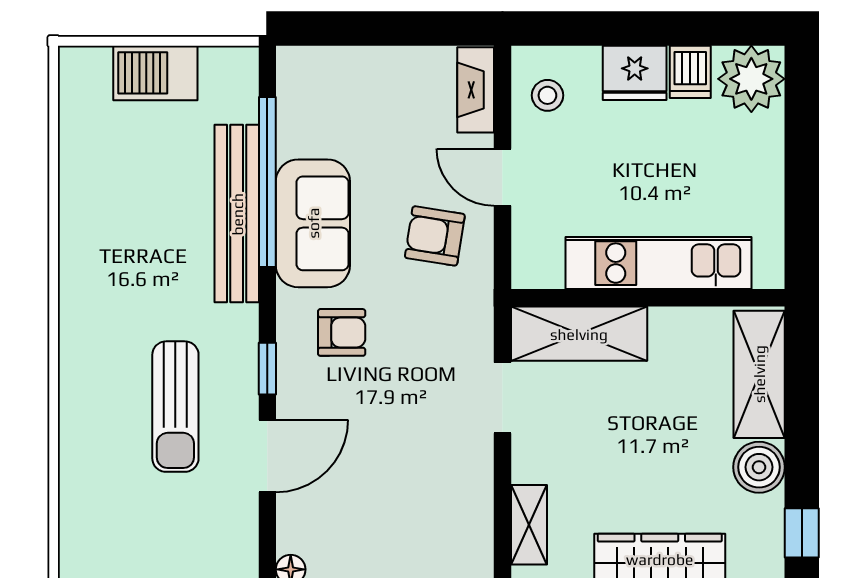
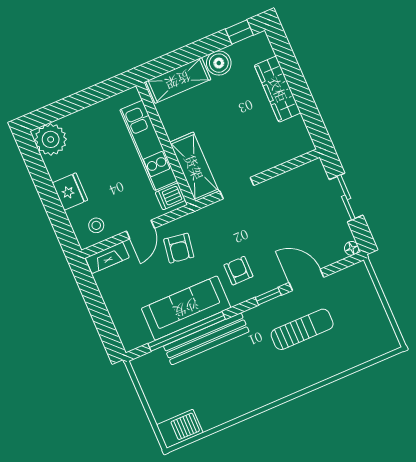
dishwasher: (690, 72) -> (170, 196), moved, turned 180
barbecue: (155, 73) -> (180, 429), moved, turned -90
sofa: (313, 223) -> (186, 308), width x1.36
shelving: (529, 525) -> (287, 153), removed

